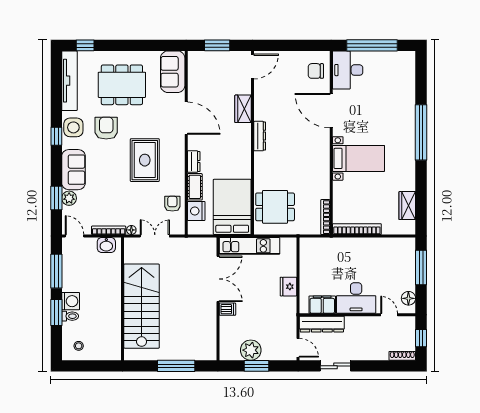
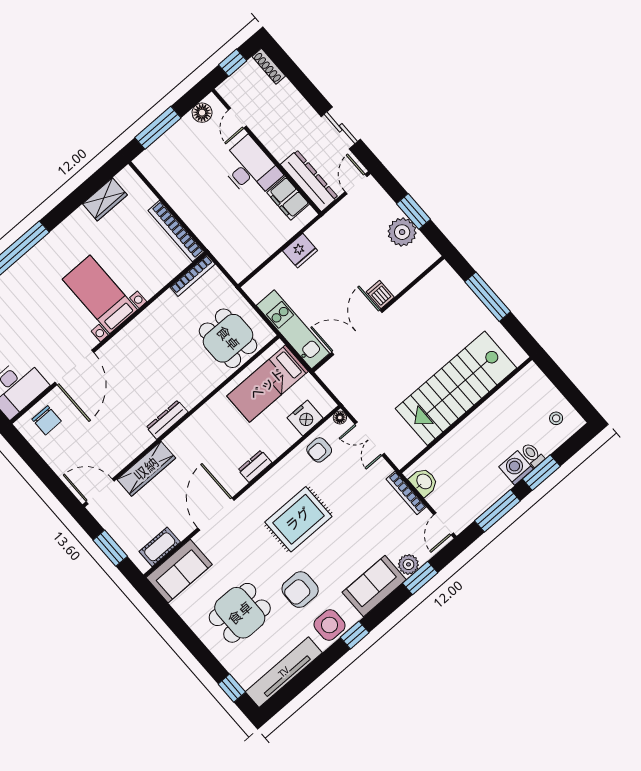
dining table: (122, 85) -> (240, 613), width x0.73
wardrobe: (243, 109) -> (146, 469), width x1.50
cot: (195, 187) -> (160, 547), moved
bed: (232, 207) -> (267, 384), width x0.67
floor lamp: (131, 230) -> (340, 418), moved

